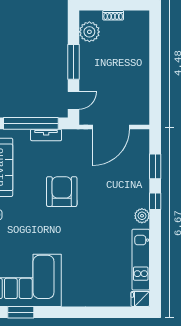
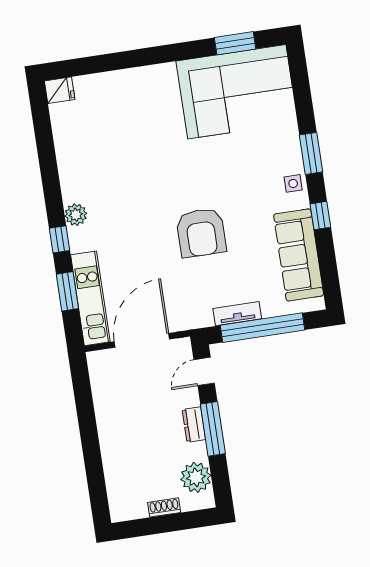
dresser: (85, 67) -> (194, 425), added
kitchen unit: (141, 260) -> (90, 298), moved

